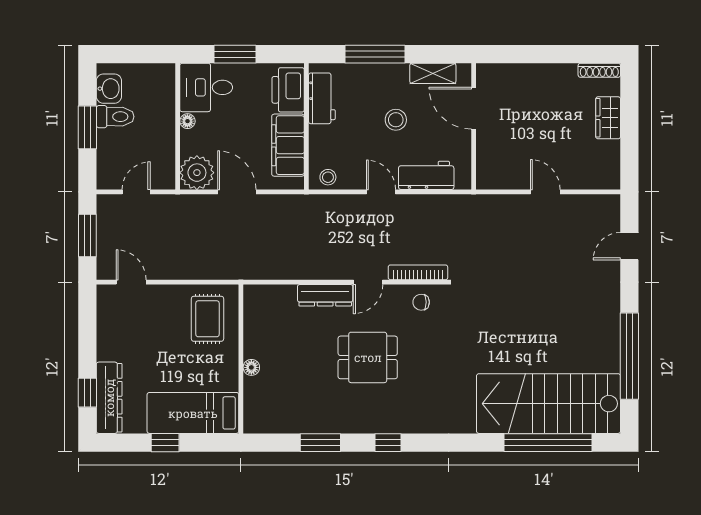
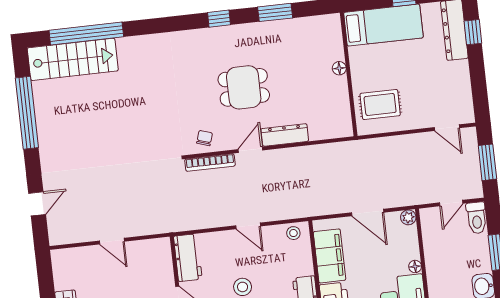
toilet: (115, 117) -> (477, 218), moved, turned -90
plant: (197, 173) -> (408, 217), width x0.53, depth x0.53
workbench: (426, 175) -> (188, 258), moved, turned -90
chair: (421, 302) -> (205, 138), turned -72
rug: (207, 319) -> (380, 104), turned 90
stairs: (548, 404) -> (73, 59), width x0.73, depth x0.66

